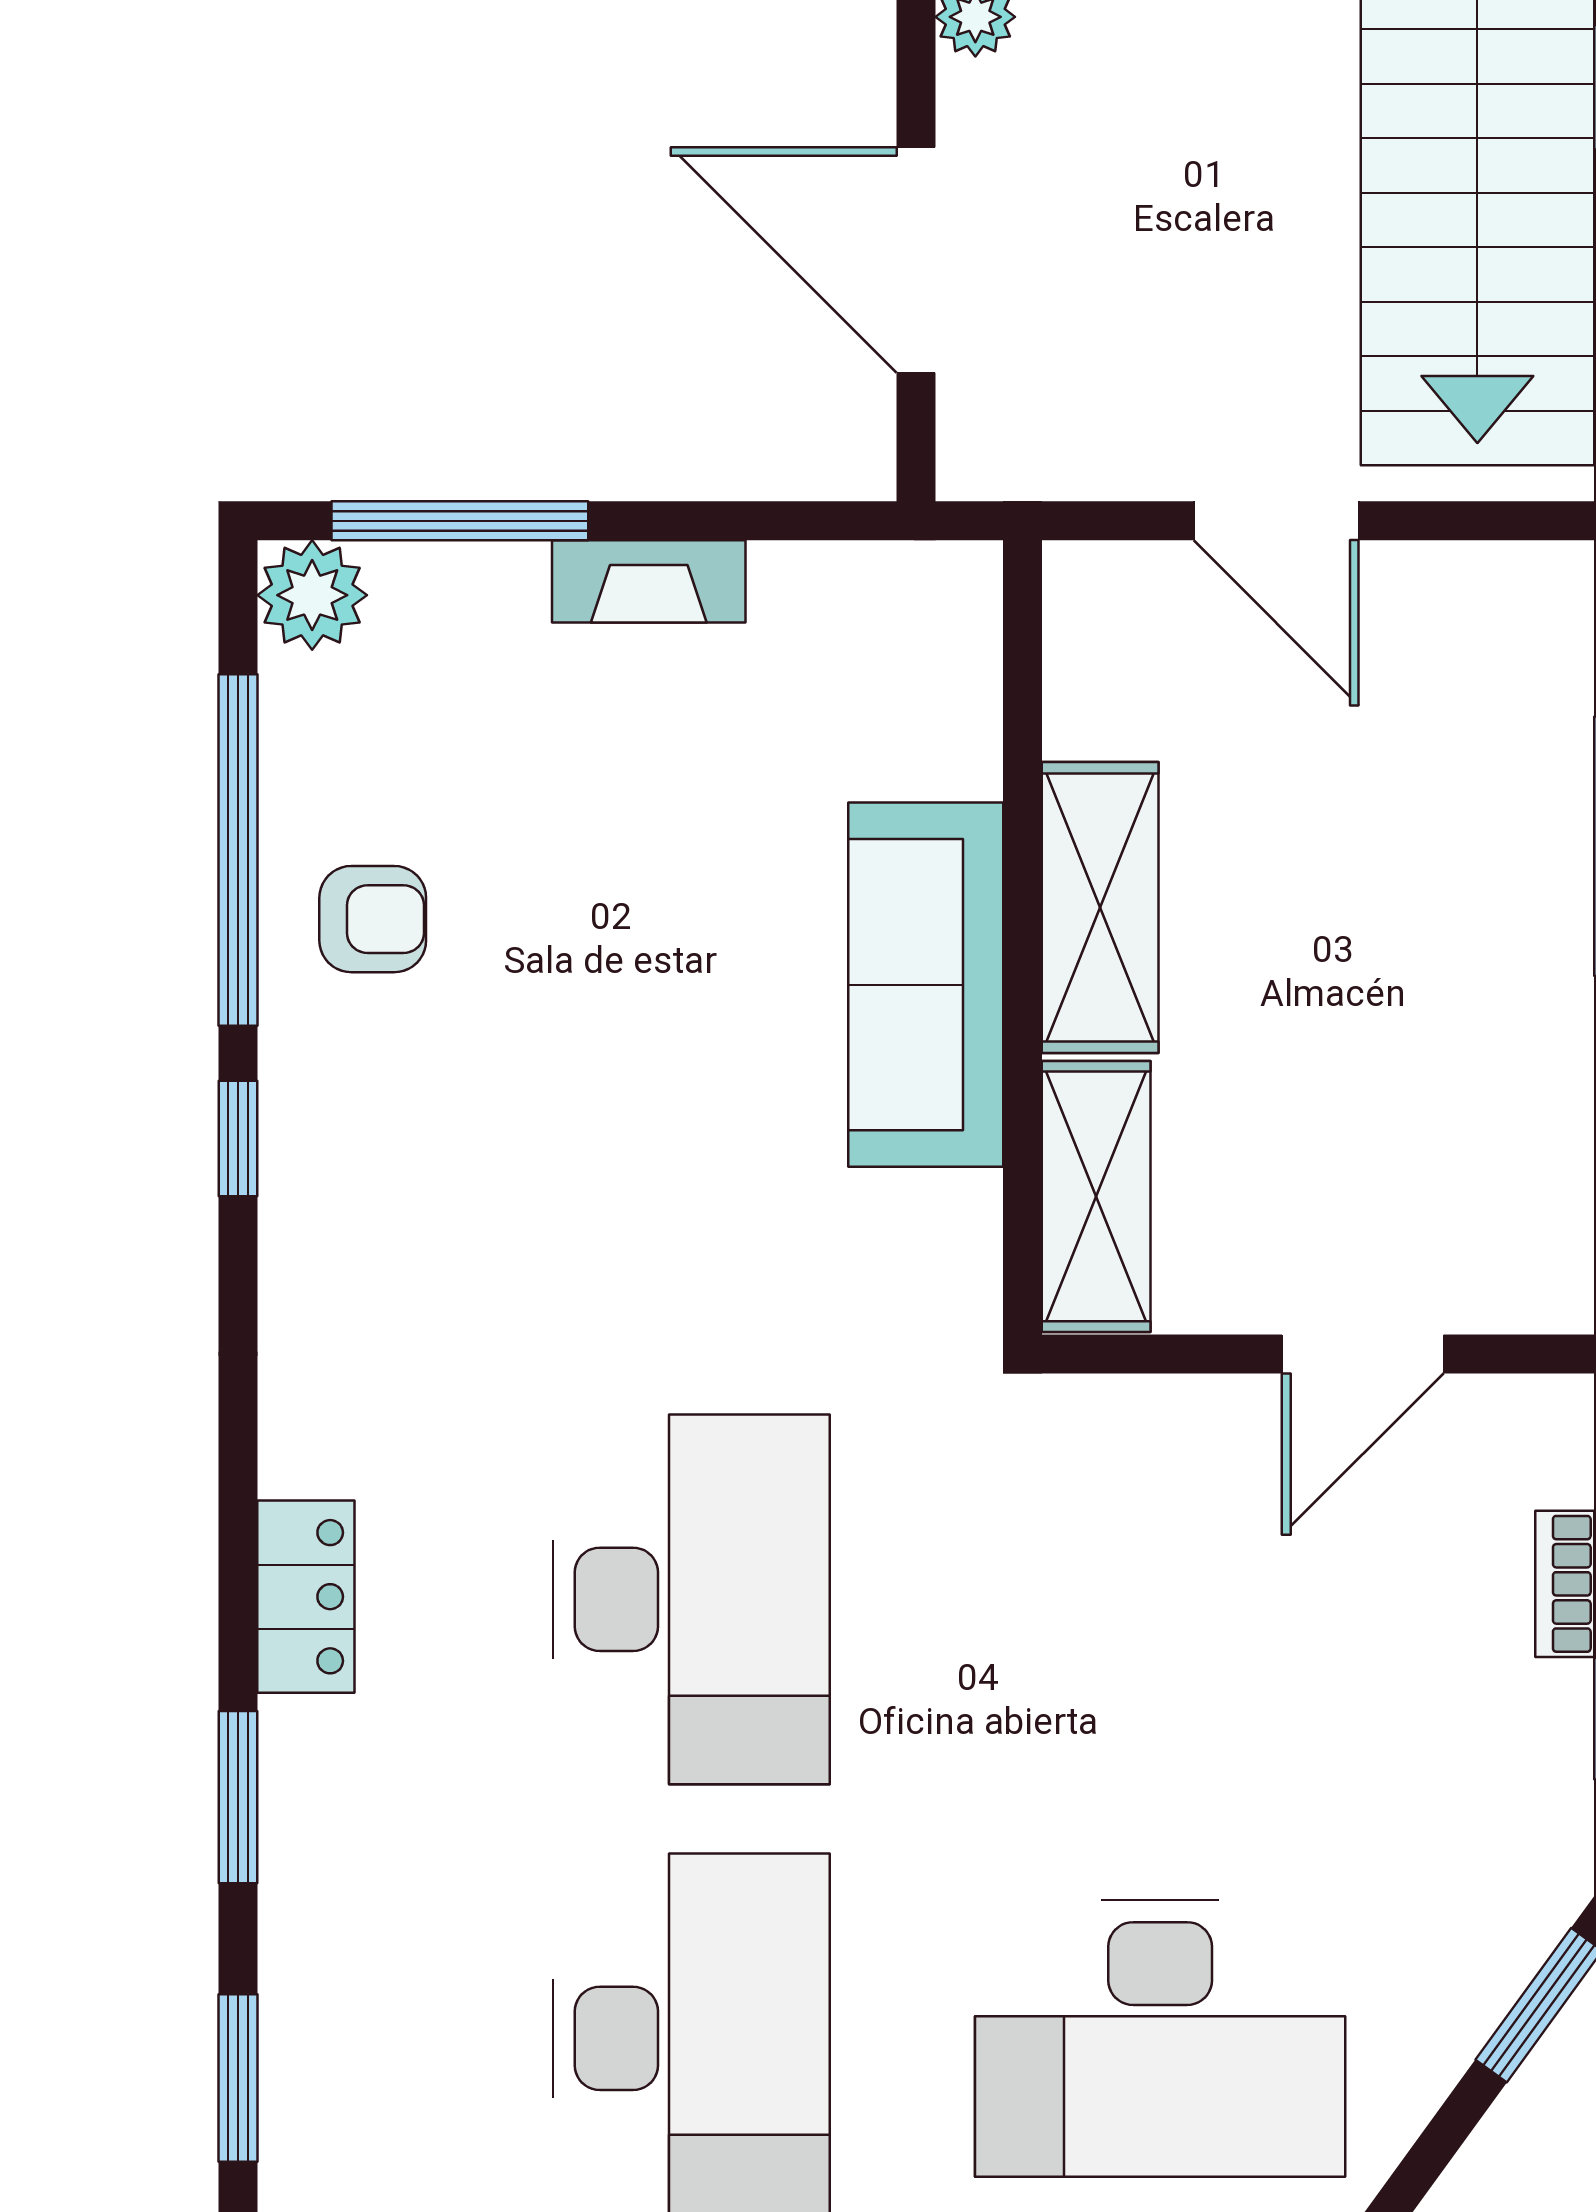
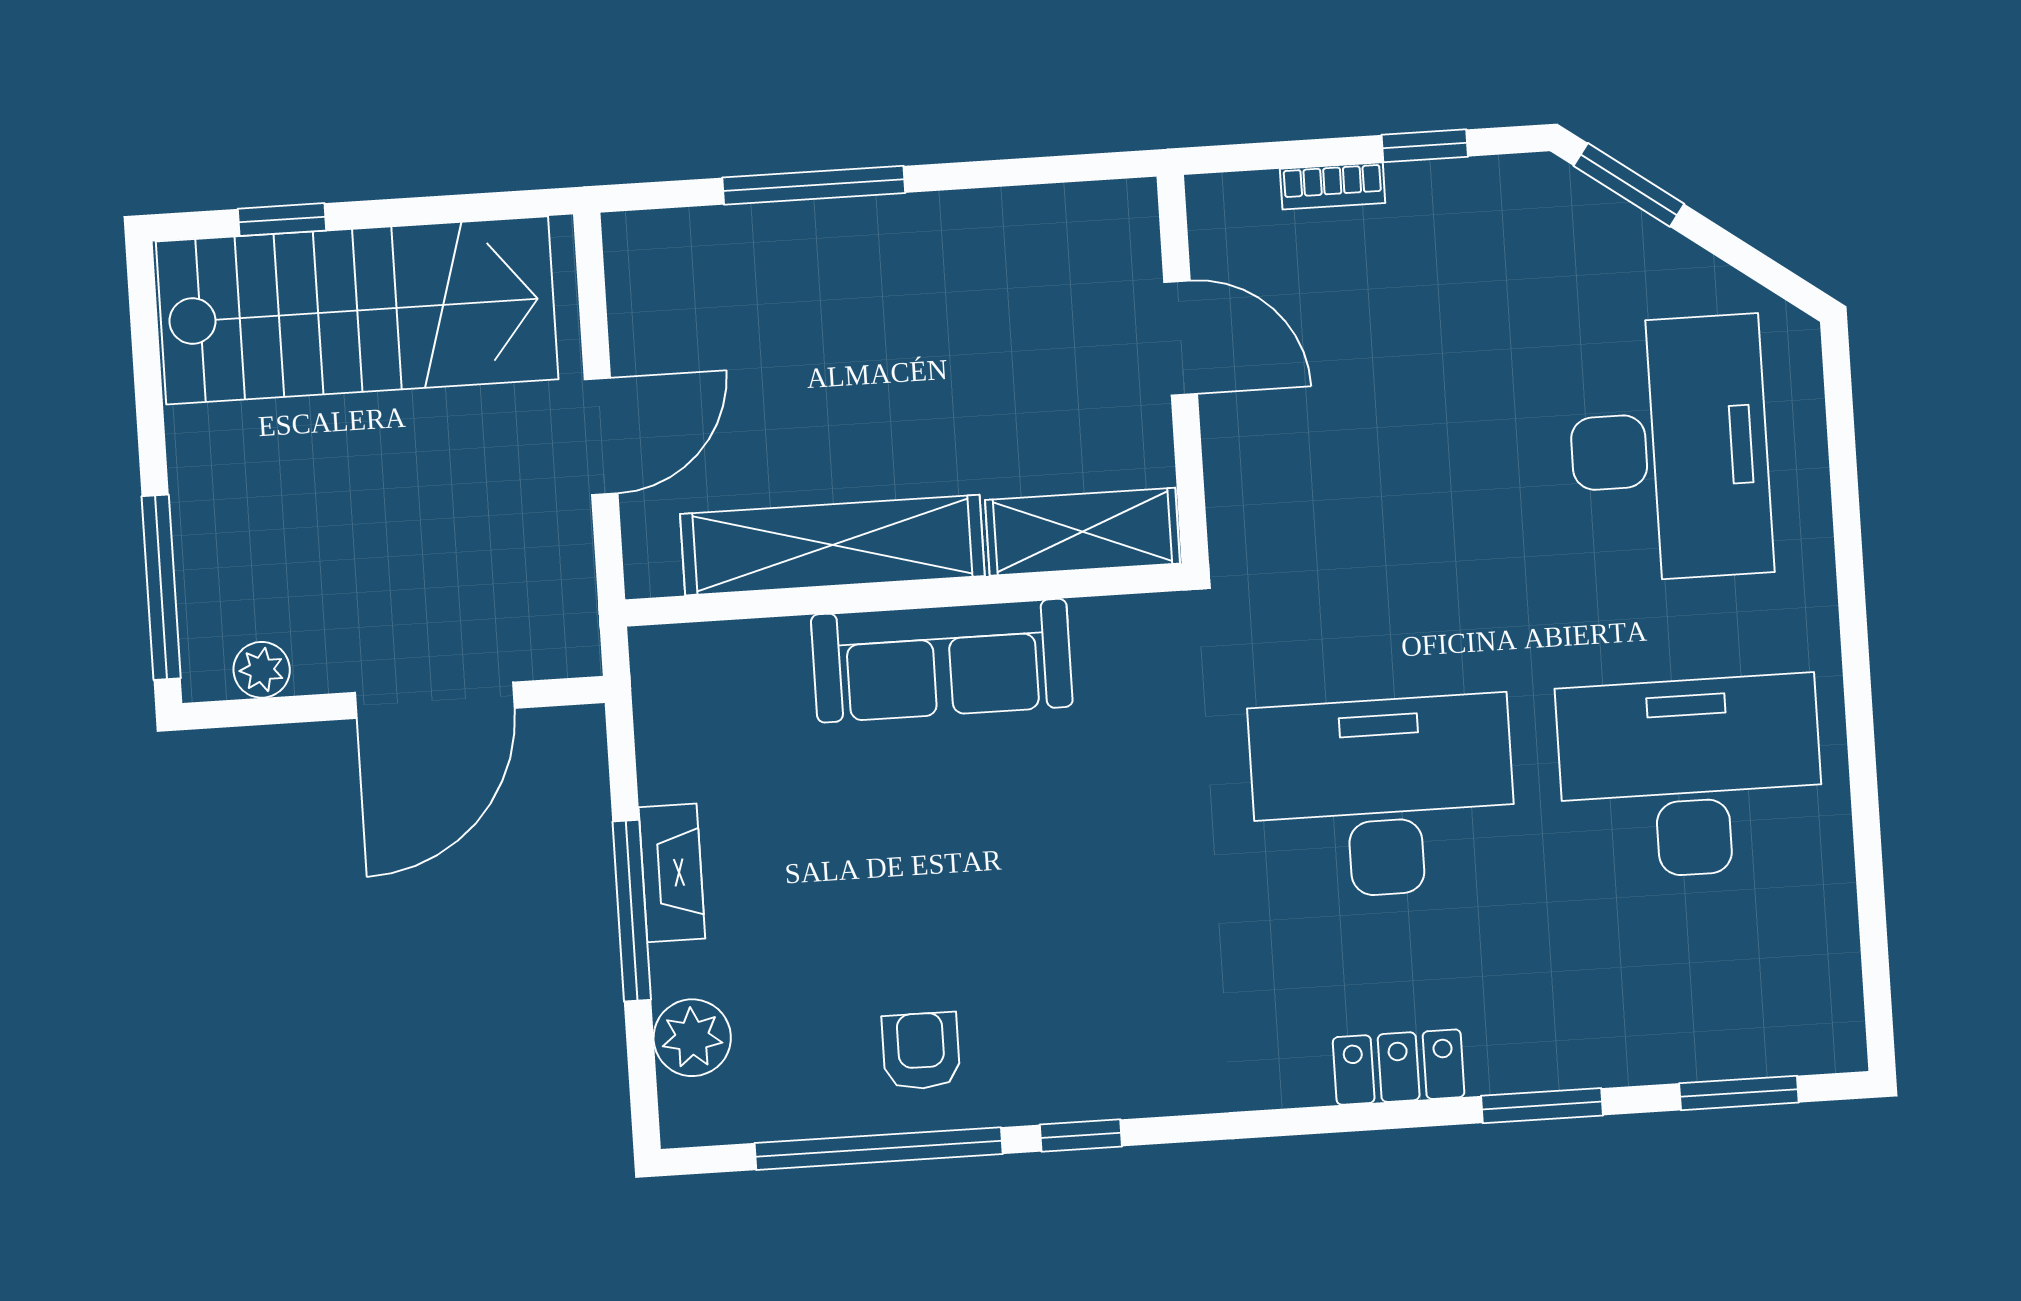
window: (460, 521) -> (632, 911), moved
plant: (312, 595) -> (692, 1038), moved
shelving: (1100, 908) -> (832, 545), width x1.47

